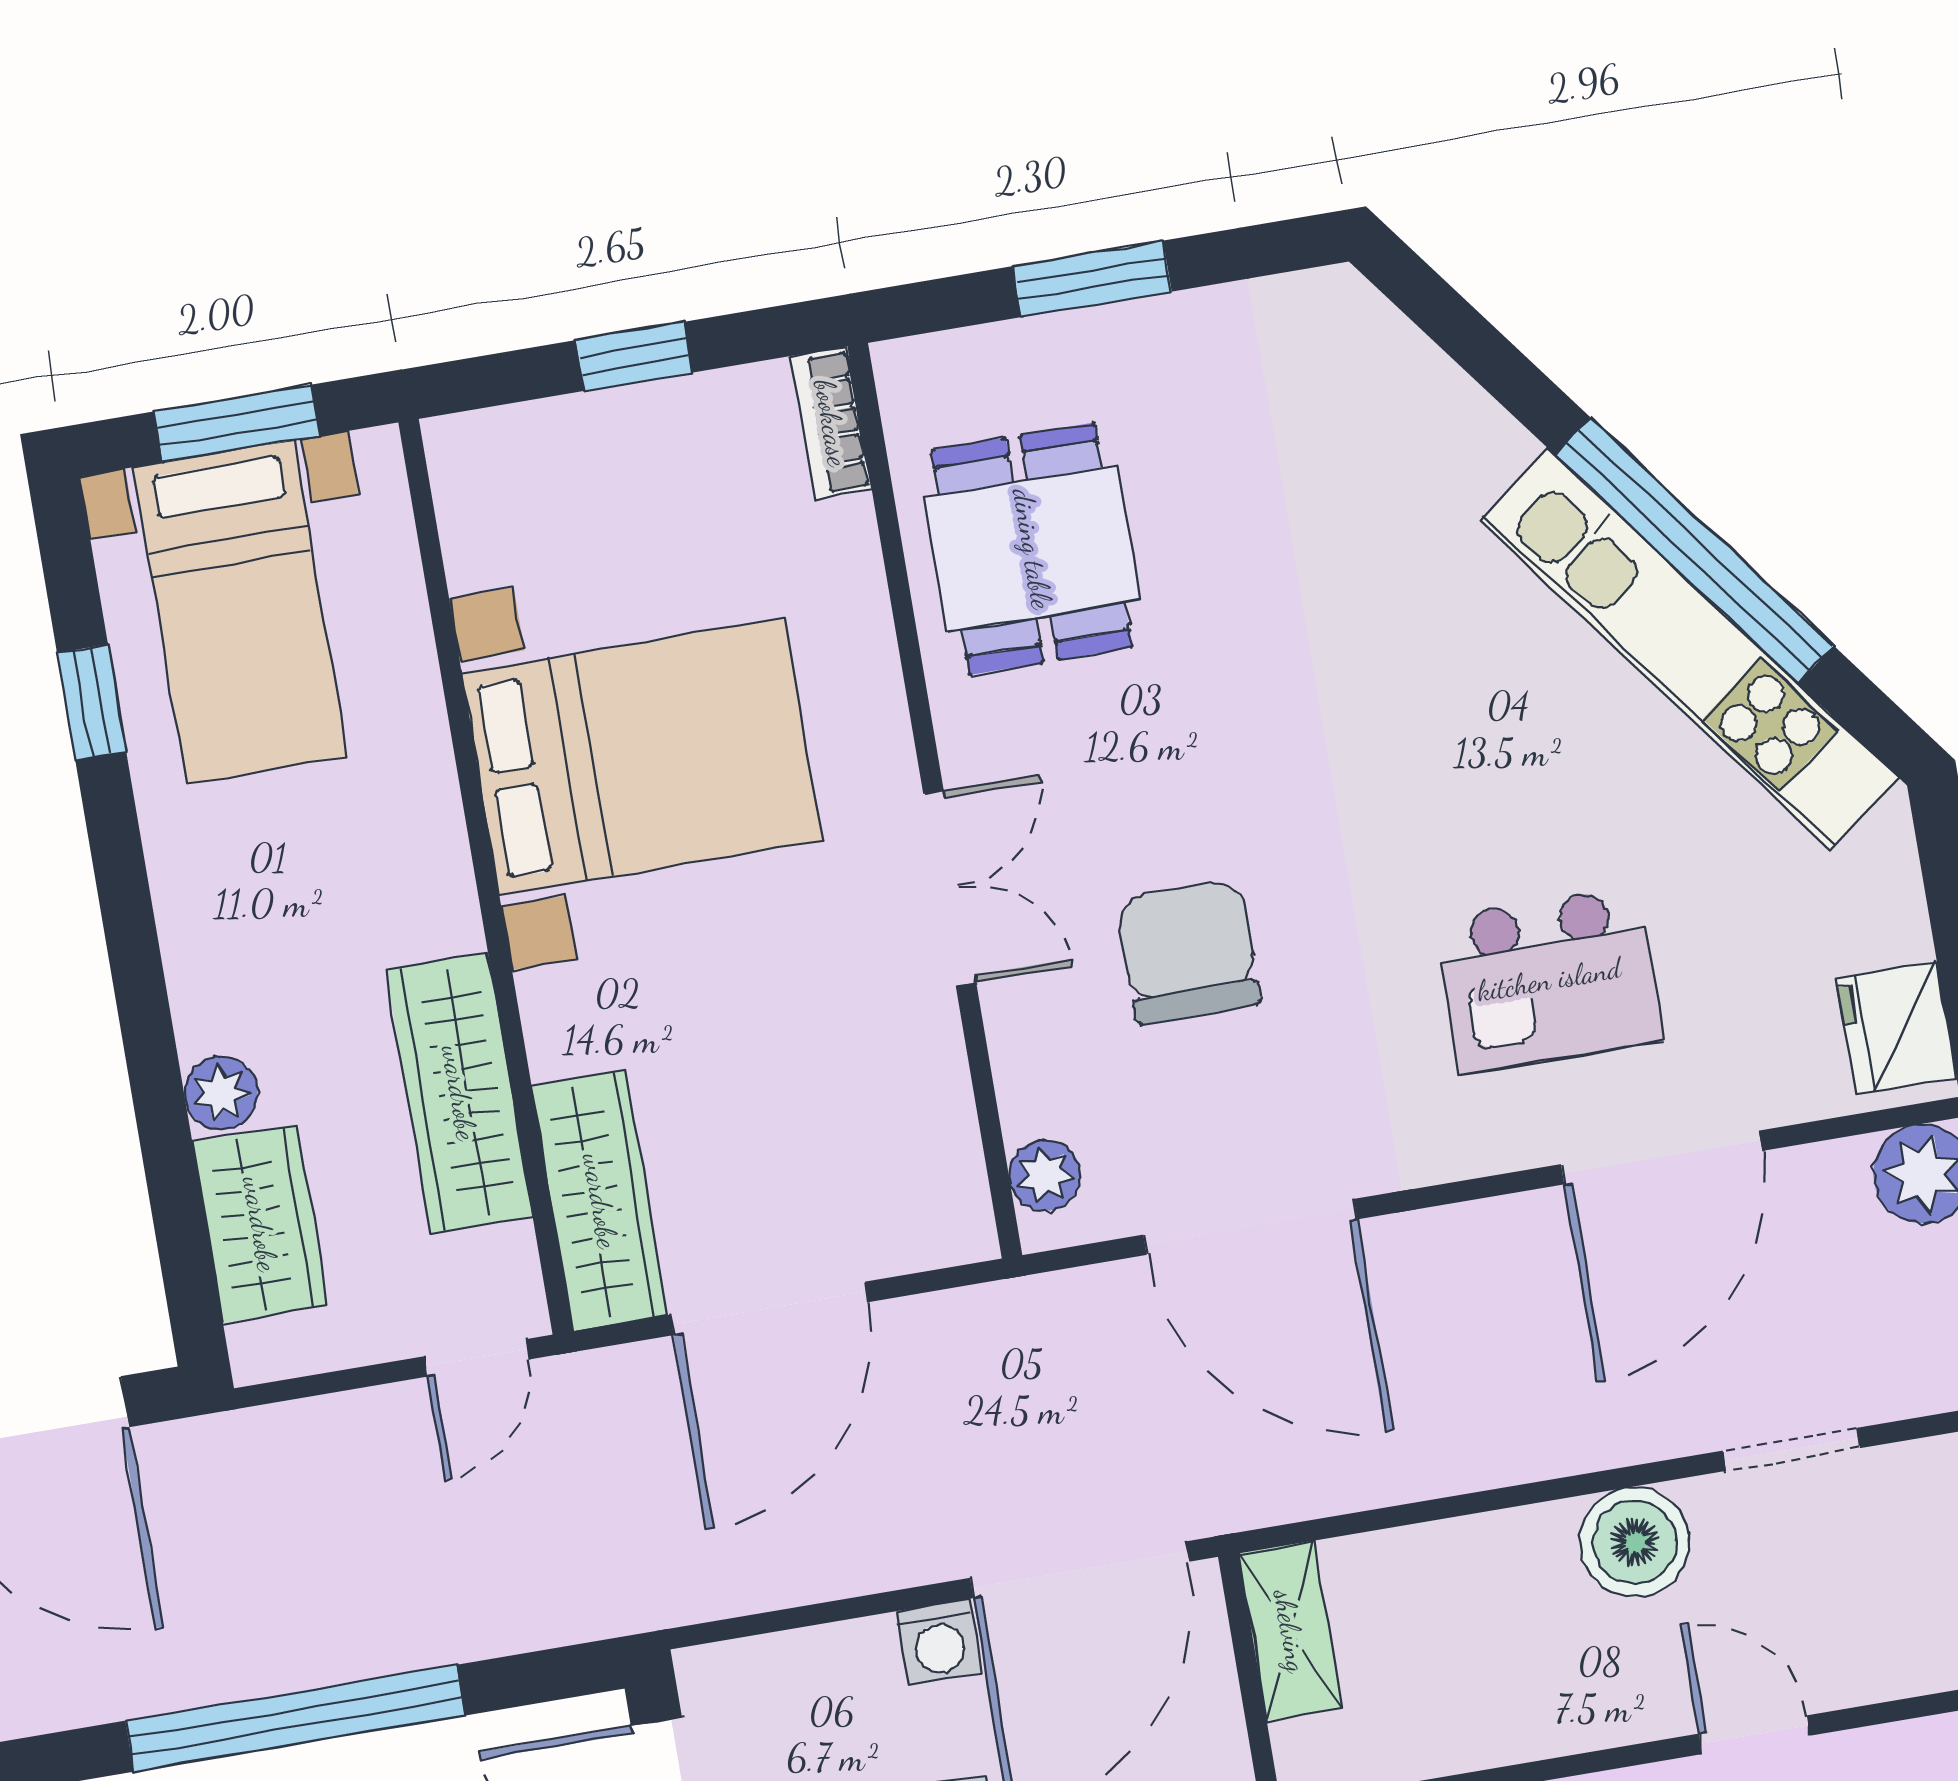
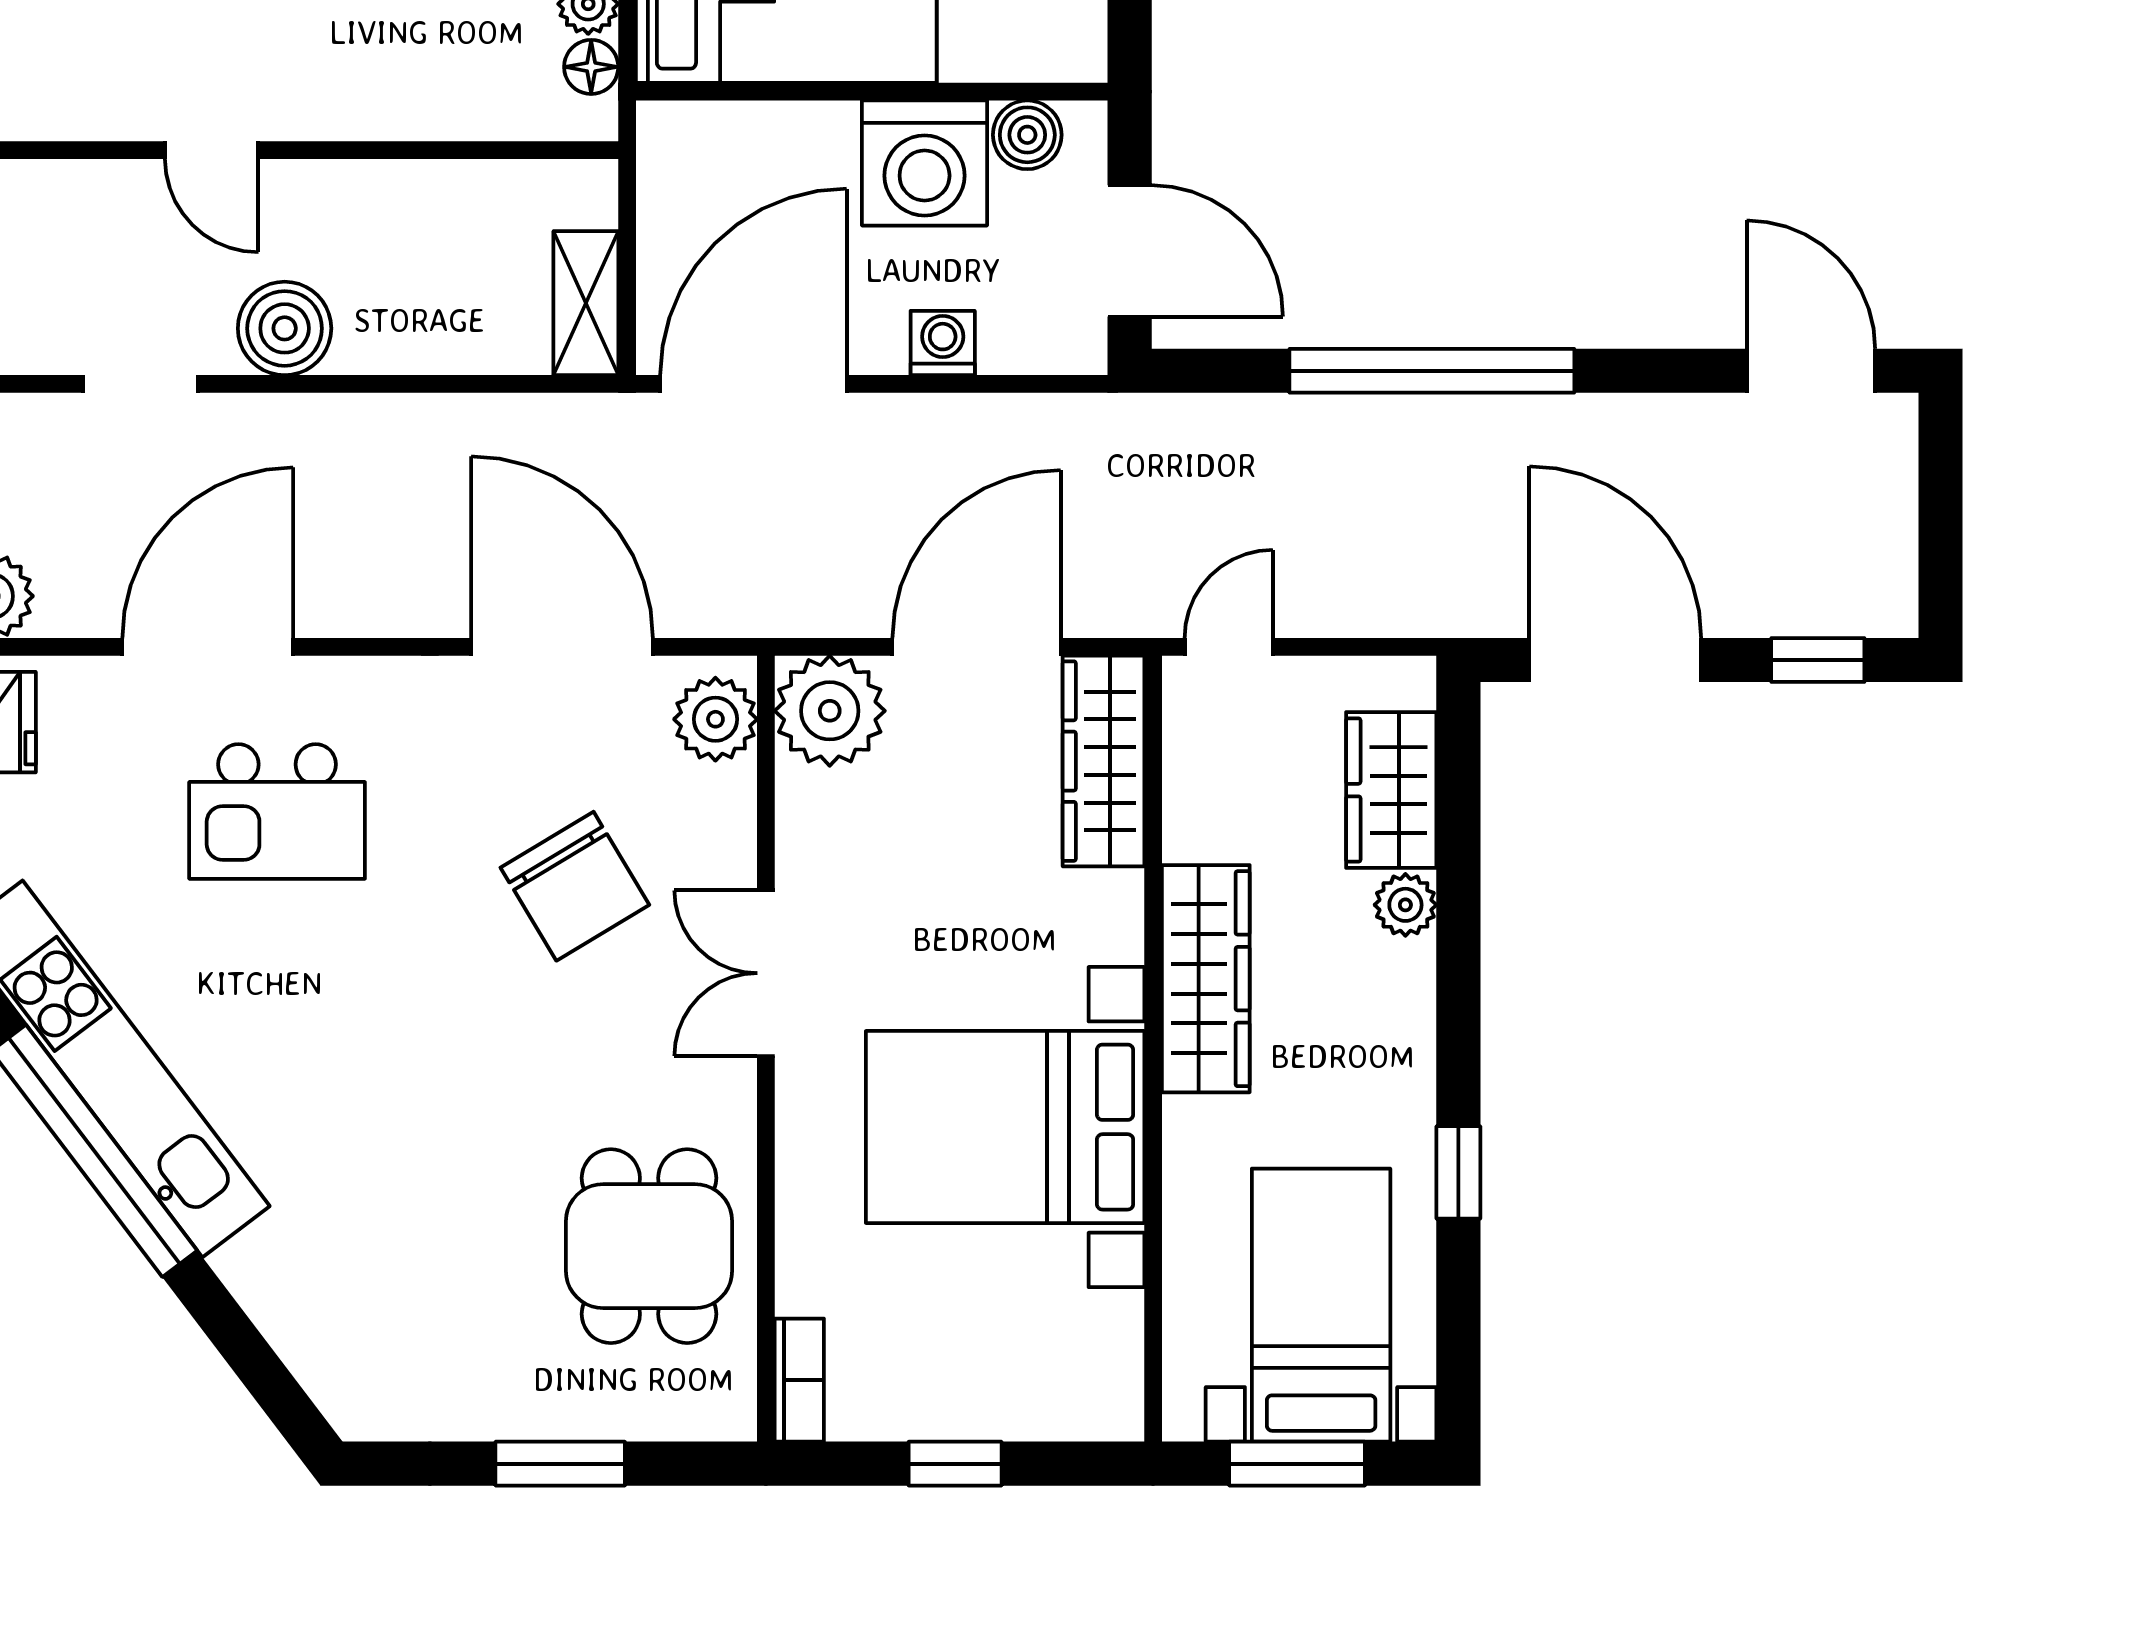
window: (92, 702) -> (1458, 1172), moved
chair: (1188, 952) -> (575, 886), turned -31
kitchen island: (1549, 980) -> (277, 811), turned 180
wardrobe: (459, 1093) -> (1206, 979), moved
plant: (1045, 1175) -> (715, 719), width x1.38, depth x1.38
plant: (927, 1205) -> (830, 711), added
washing machine: (939, 1642) -> (943, 343), moved

